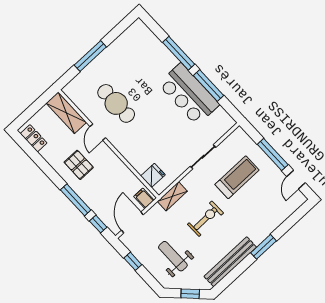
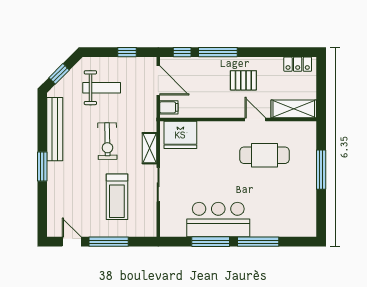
fridge: (153, 175) -> (180, 135), width x1.88, depth x1.34
shelving: (172, 196) -> (150, 148), moved

